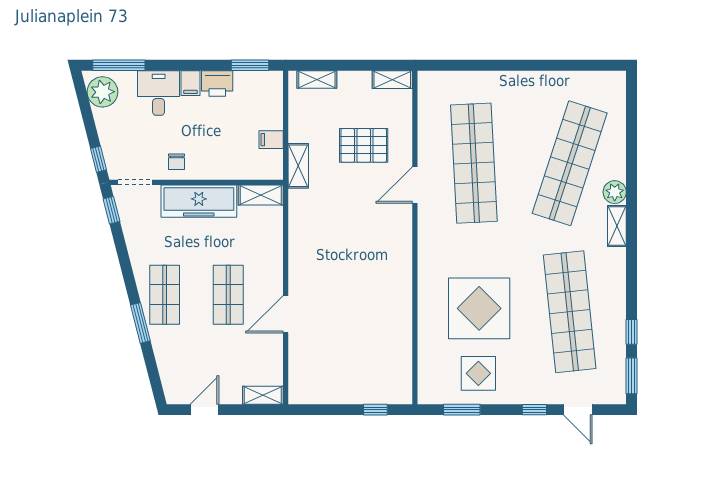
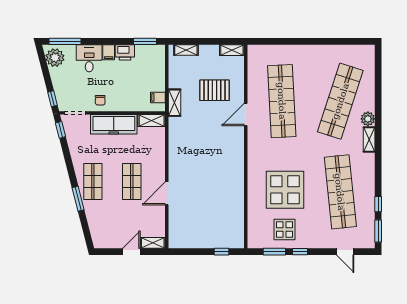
filing cabinet: (271, 140) -> (158, 97), moved
door: (204, 410) -> (131, 252), moved
window: (534, 410) -> (300, 252), moved

